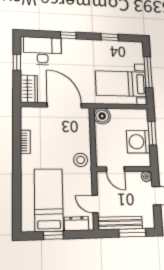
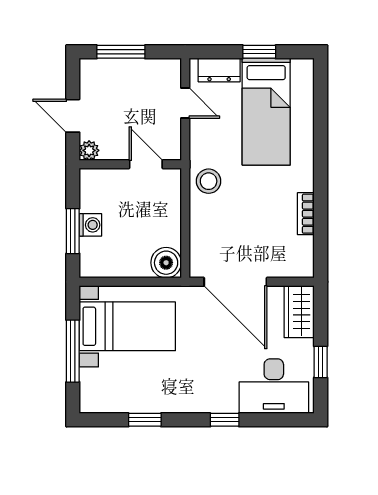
washing machine: (138, 142) -> (90, 225), width x0.53, depth x0.53
bench: (120, 223) -> (142, 69), removed

